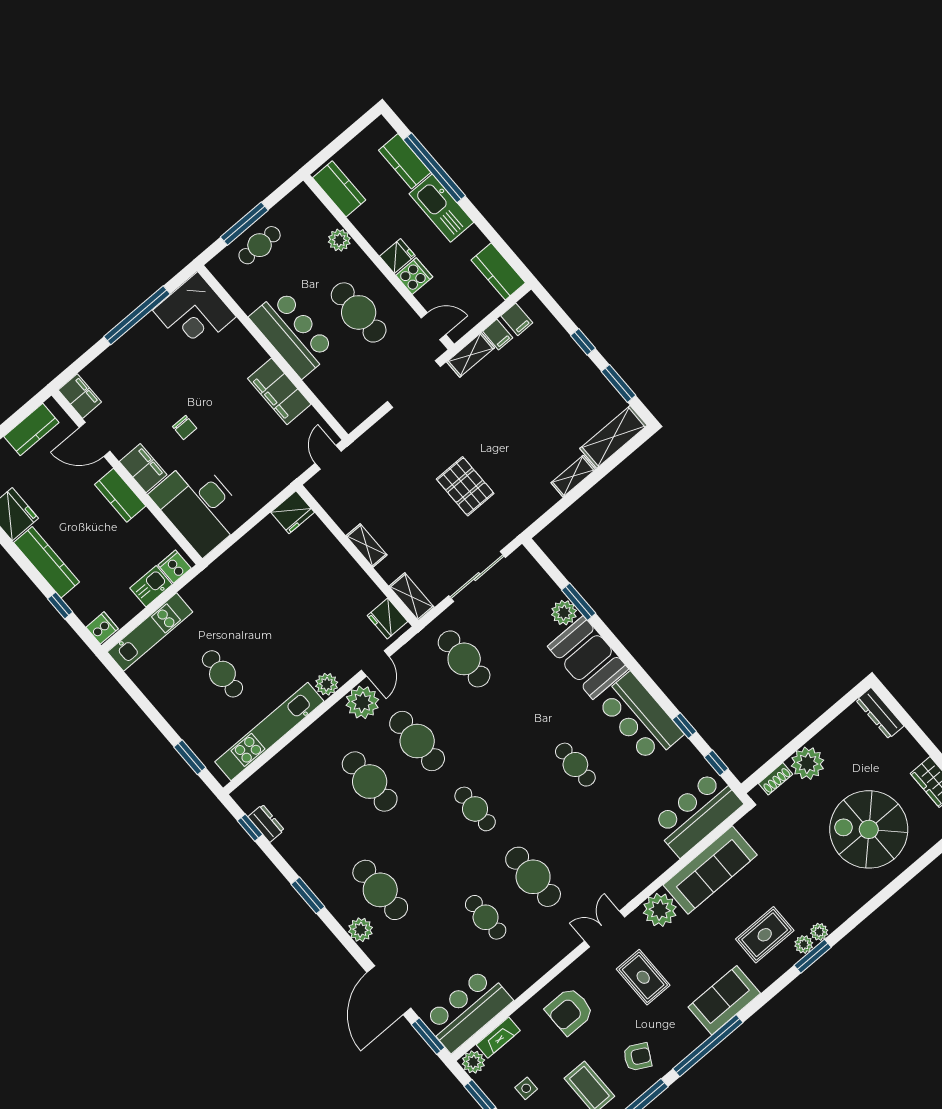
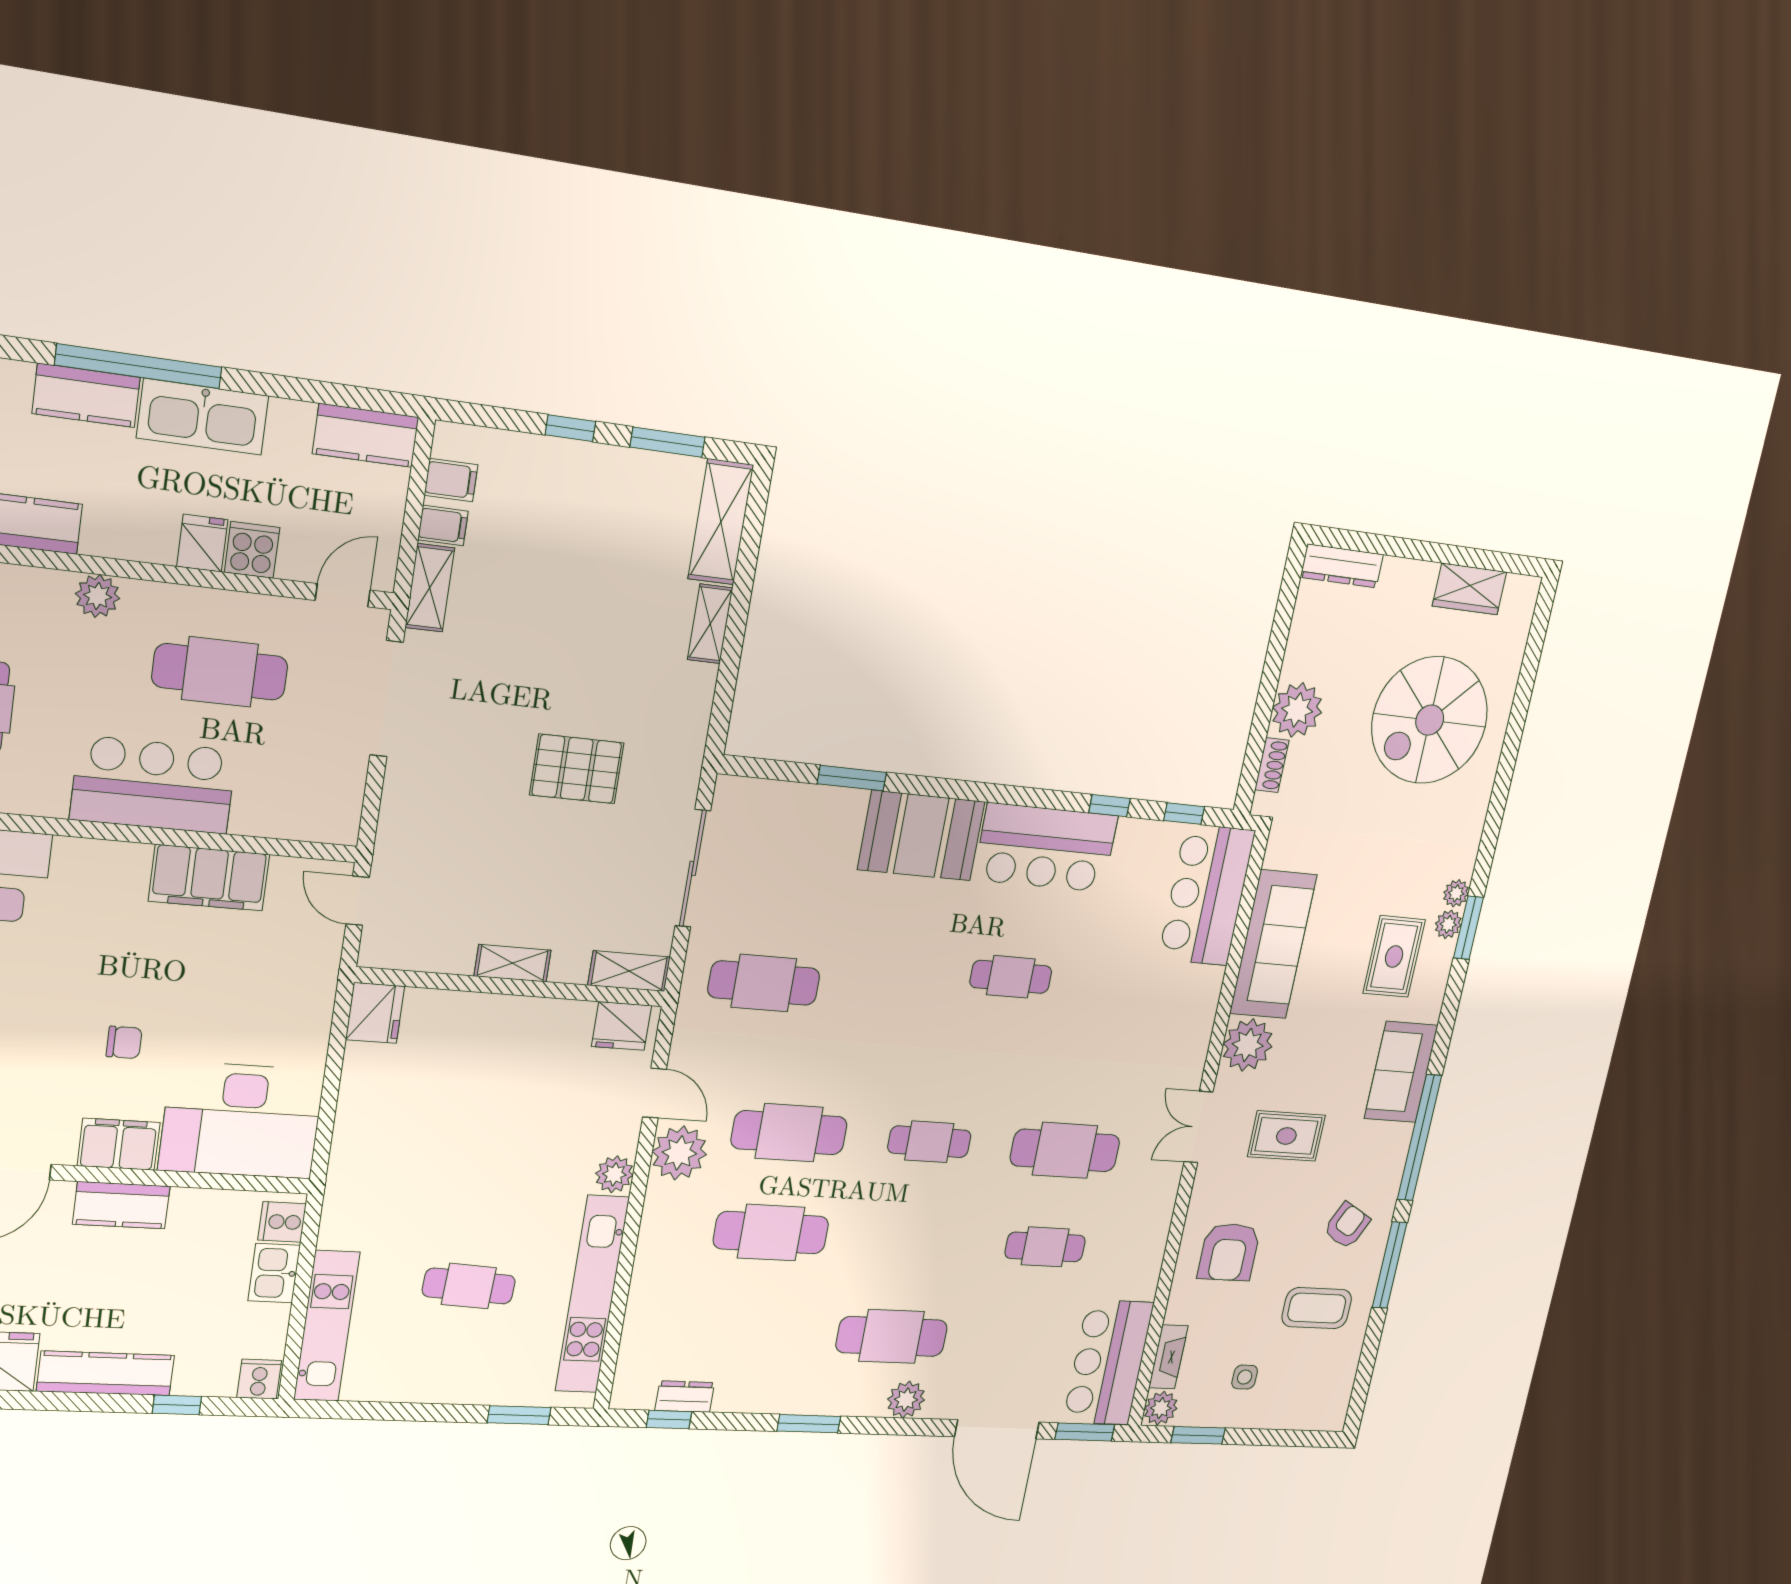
plant: (564, 613) -> (844, 809), removed

